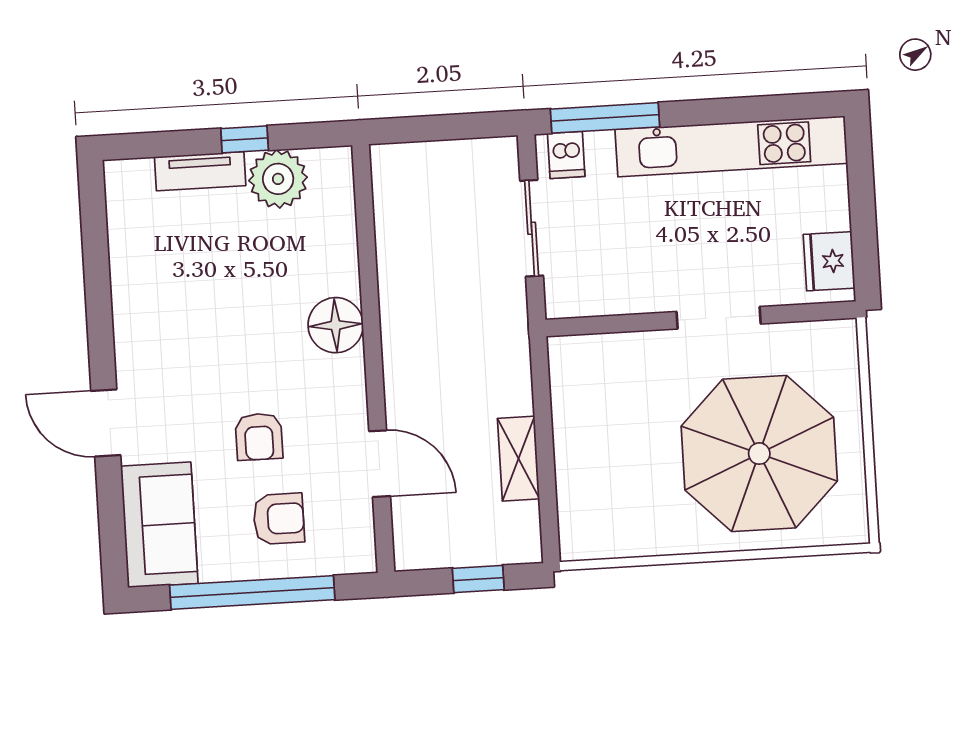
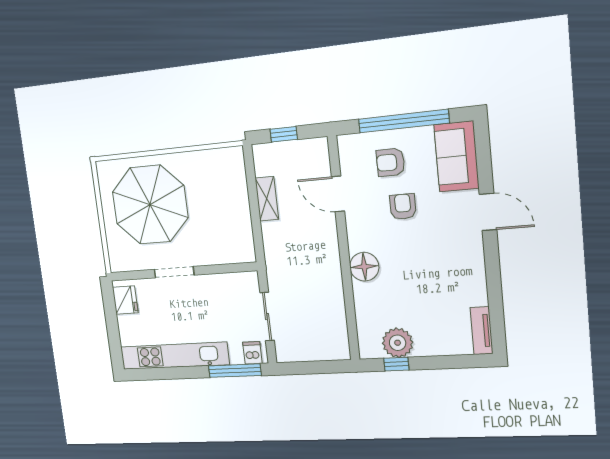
window: (245, 139) -> (396, 364), moved
tv unit: (200, 171) -> (482, 331), moved, turned -90

